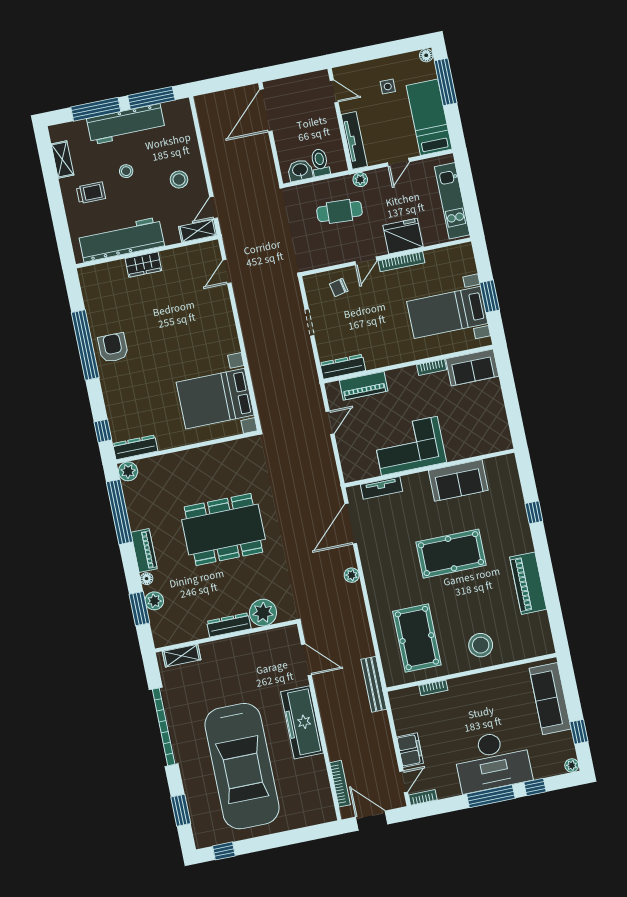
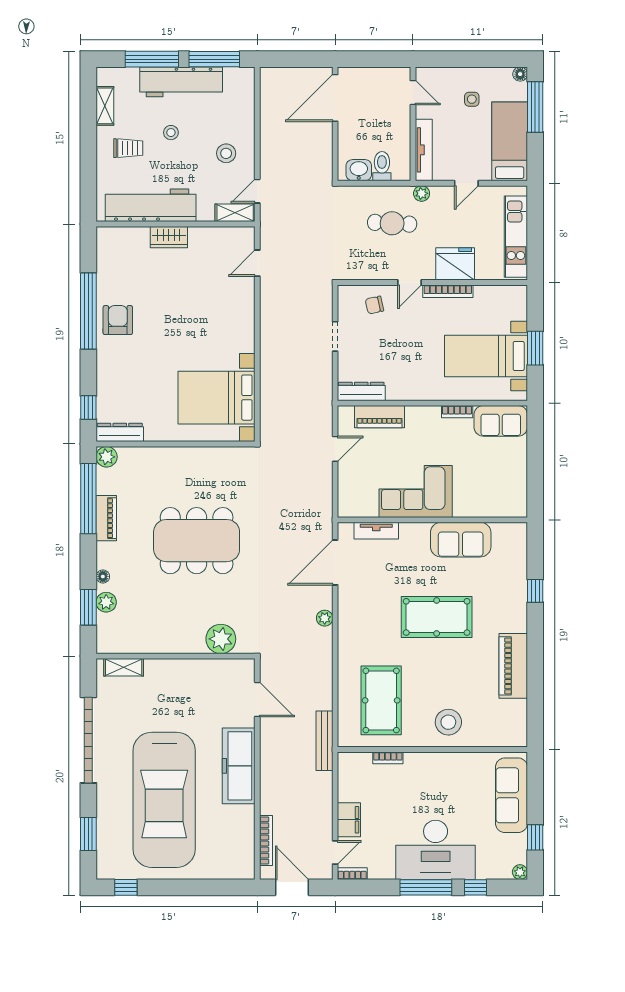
piano: (144, 551) -> (106, 518), moved
dresser: (229, 625) -> (181, 645), removed

